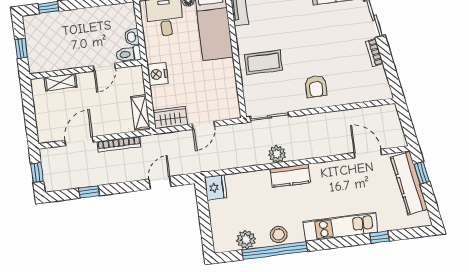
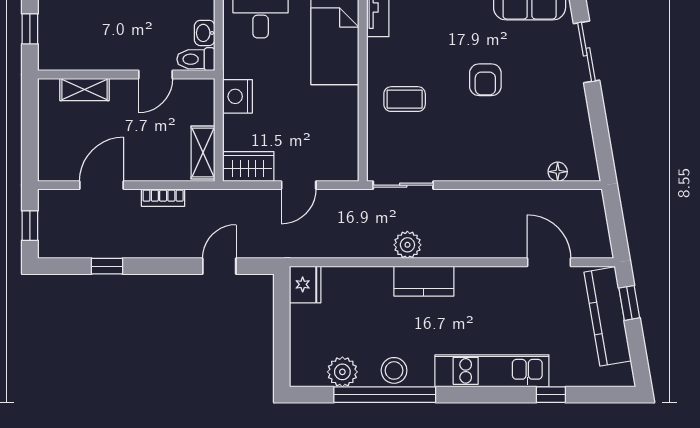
bookcase: (374, 53) -> (579, 106), removed
coffee table: (263, 62) -> (405, 99), width x0.73, depth x0.77
armchair: (316, 86) -> (485, 80), moved
floor lamp: (366, 96) -> (558, 172), added
bookcase: (119, 144) -> (163, 198), width x0.64

